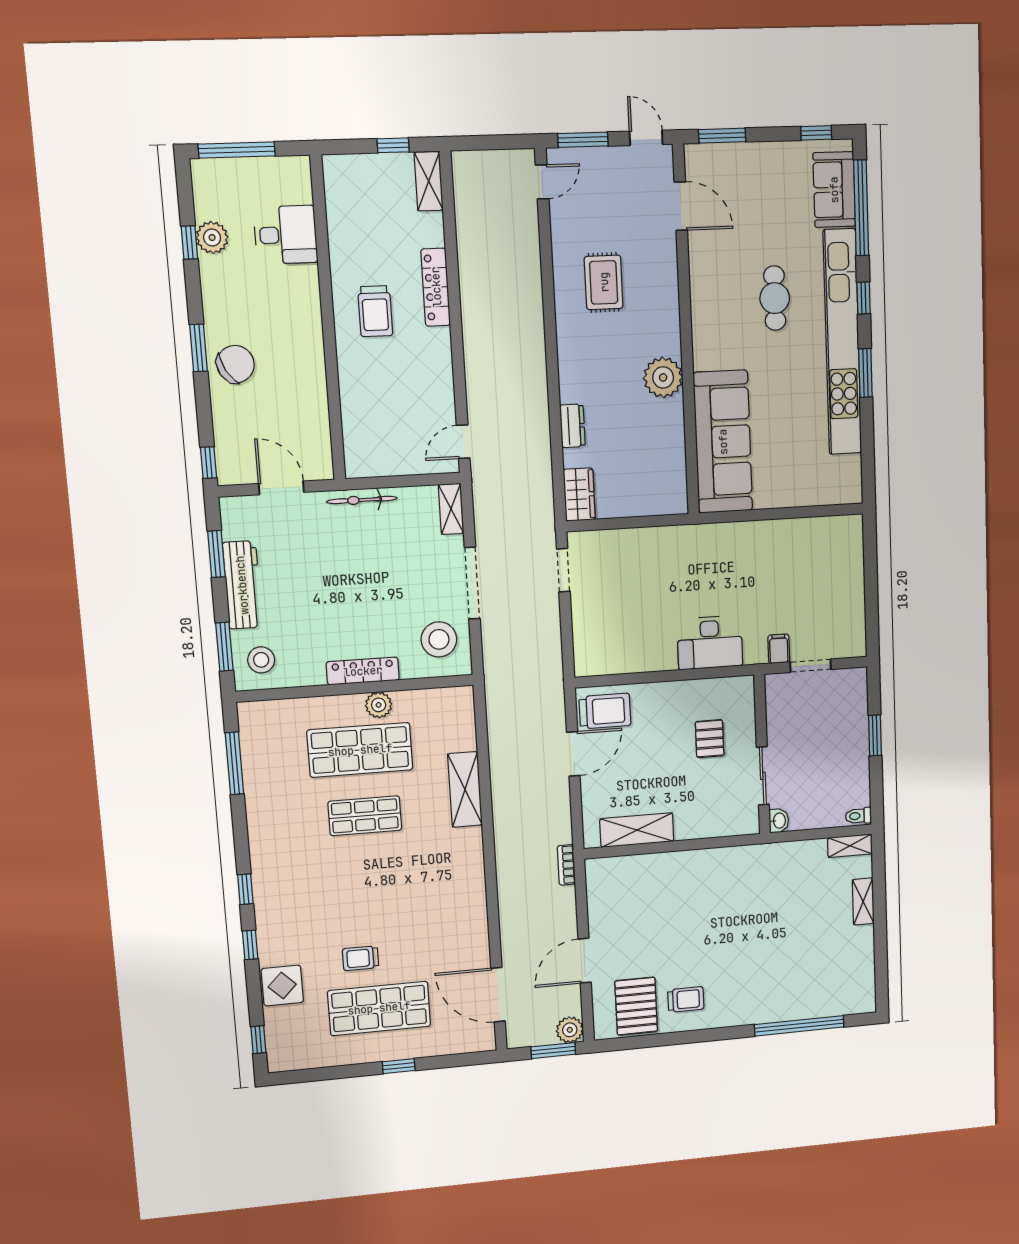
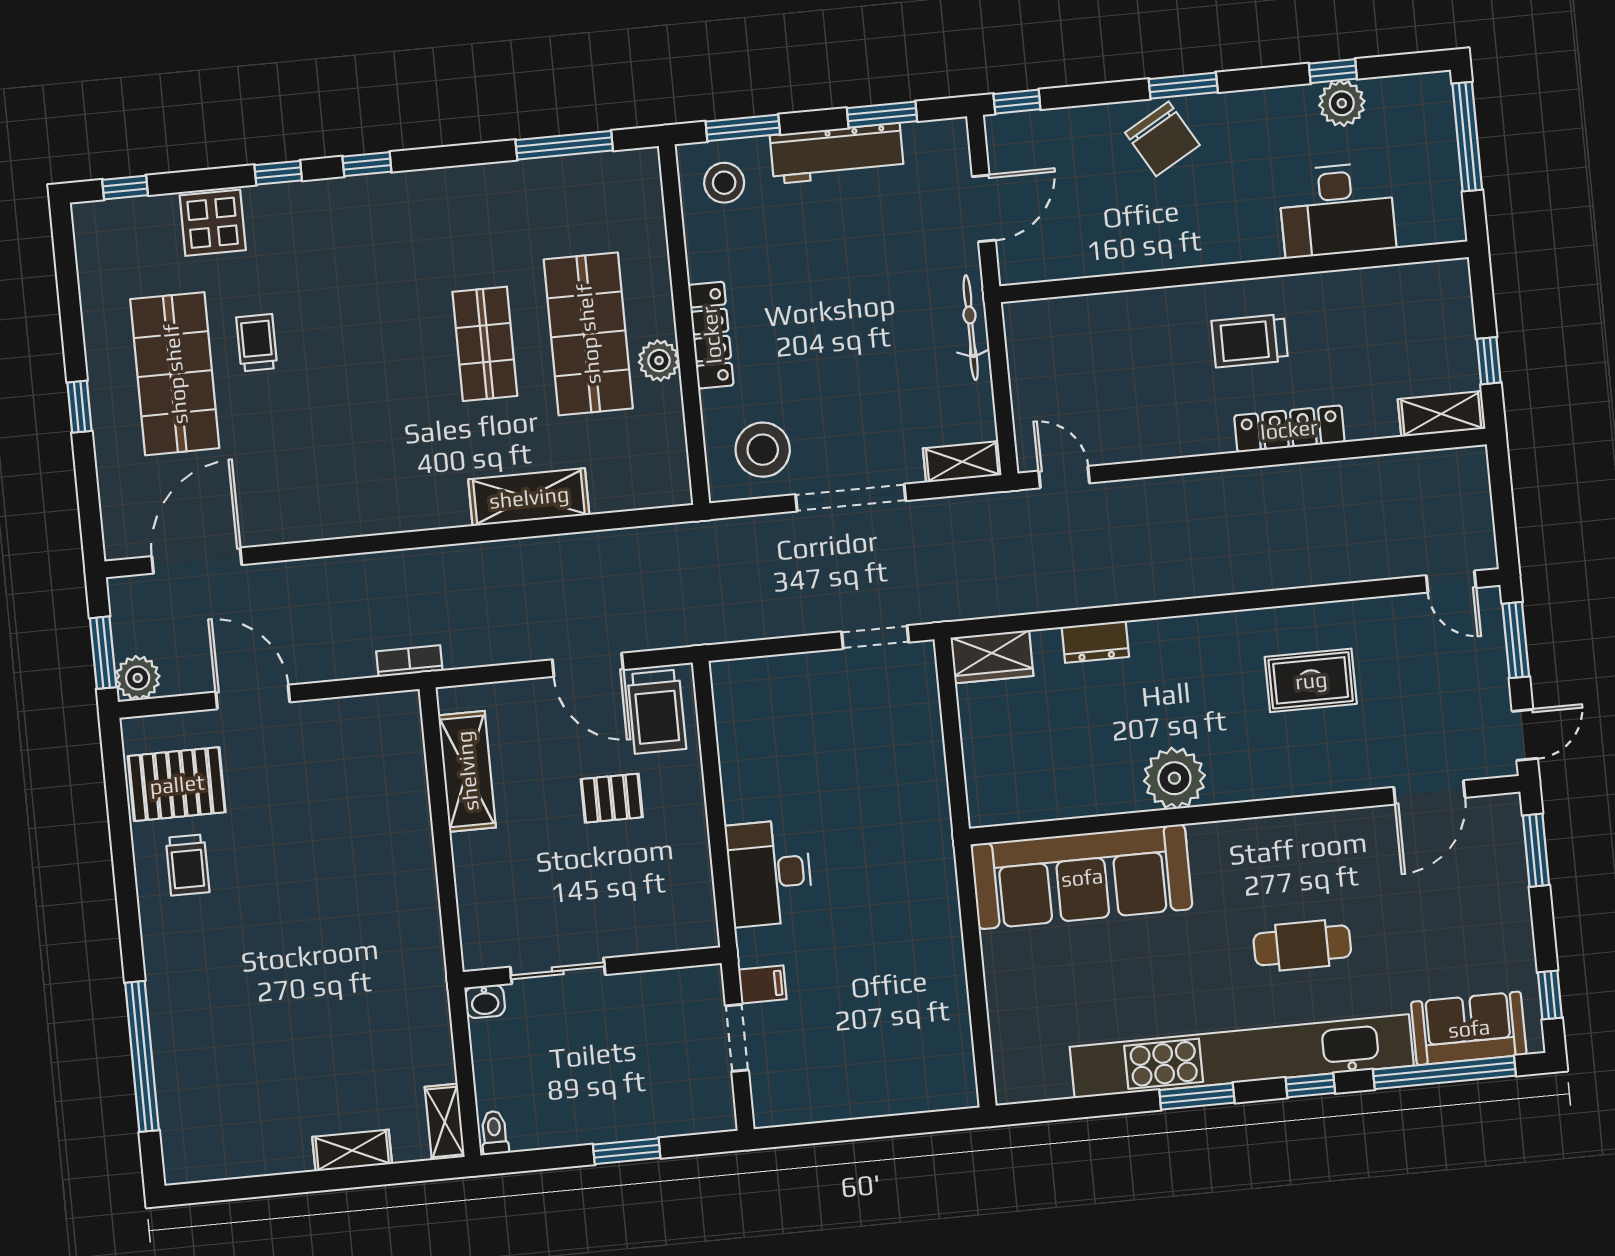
desk: (286, 235) -> (1337, 210), width x1.37
pallet: (710, 739) -> (612, 798), moved

